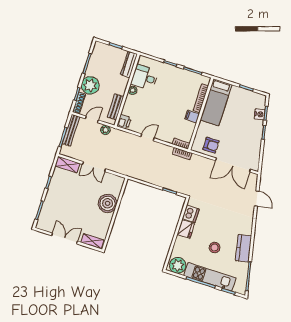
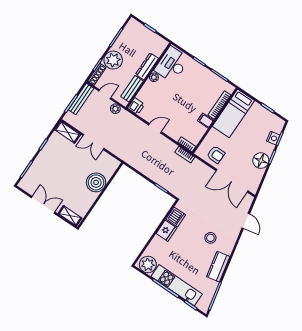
dresser: (129, 64) -> (147, 66), moved
desk: (145, 77) -> (172, 64), width x1.37
floor lamp: (254, 138) -> (261, 161), added
stool: (215, 248) -> (210, 238), moved

